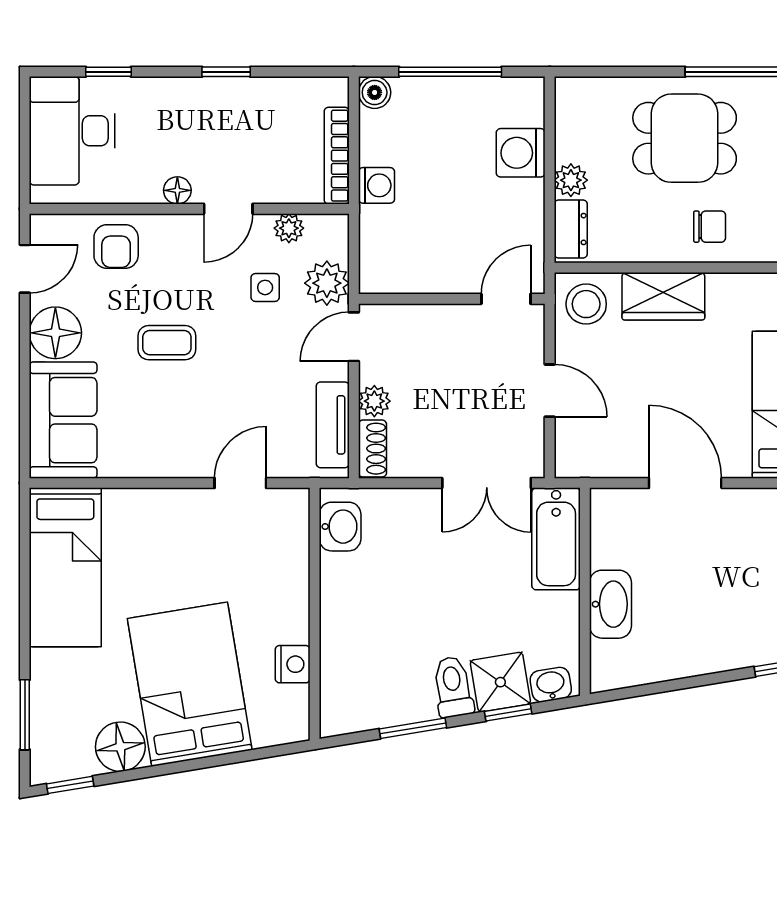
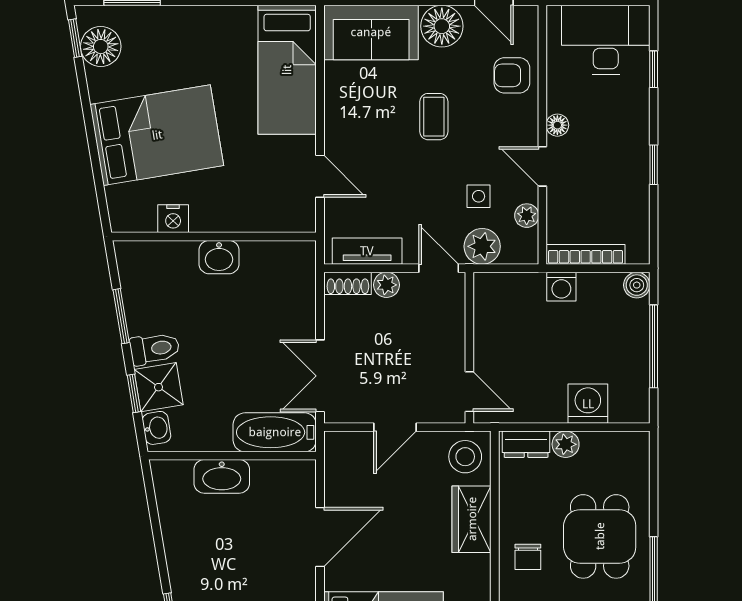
washbasin: (340, 527) -> (219, 257), moved
bed: (65, 567) -> (287, 70), moved, turned -90
floor lamp: (120, 747) -> (101, 47), moved

